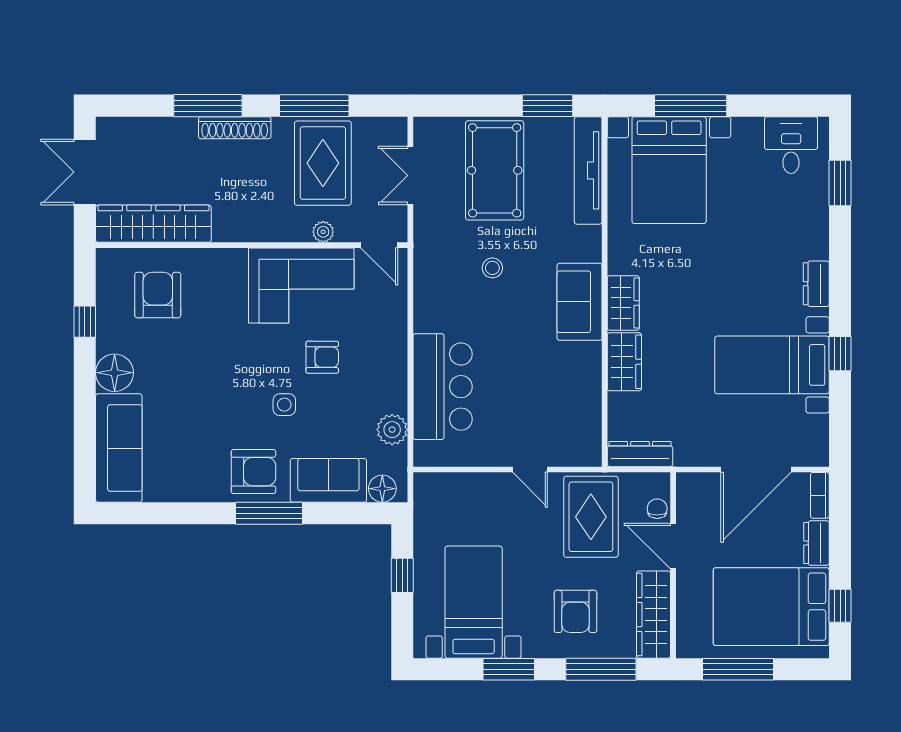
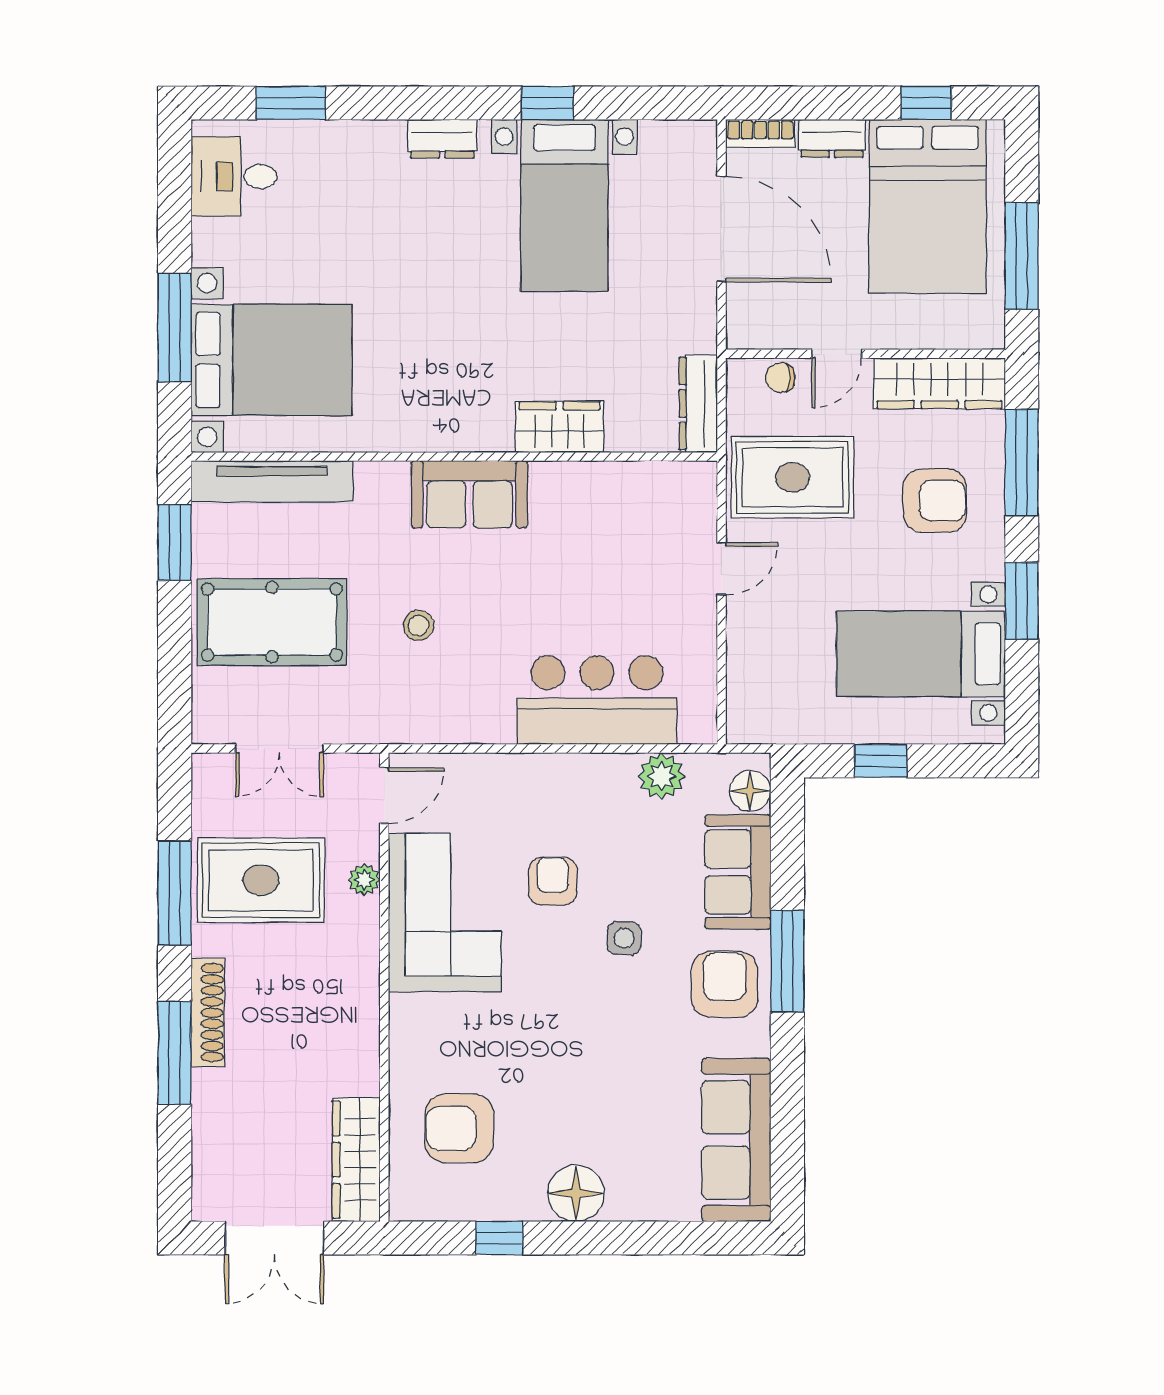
wardrobe: (153, 224) -> (356, 1160), width x0.71, depth x0.85
wardrobe: (623, 303) -> (471, 429), removed
sofa: (119, 448) -> (736, 1140), moved, turned -90
door: (673, 546) -> (836, 354), width x0.73

